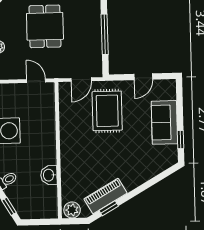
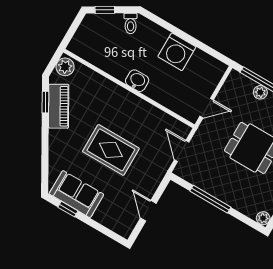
rug: (107, 111) -> (111, 150), moved
sofa: (164, 122) -> (76, 194), moved
washbasin: (49, 175) -> (137, 81), moved

